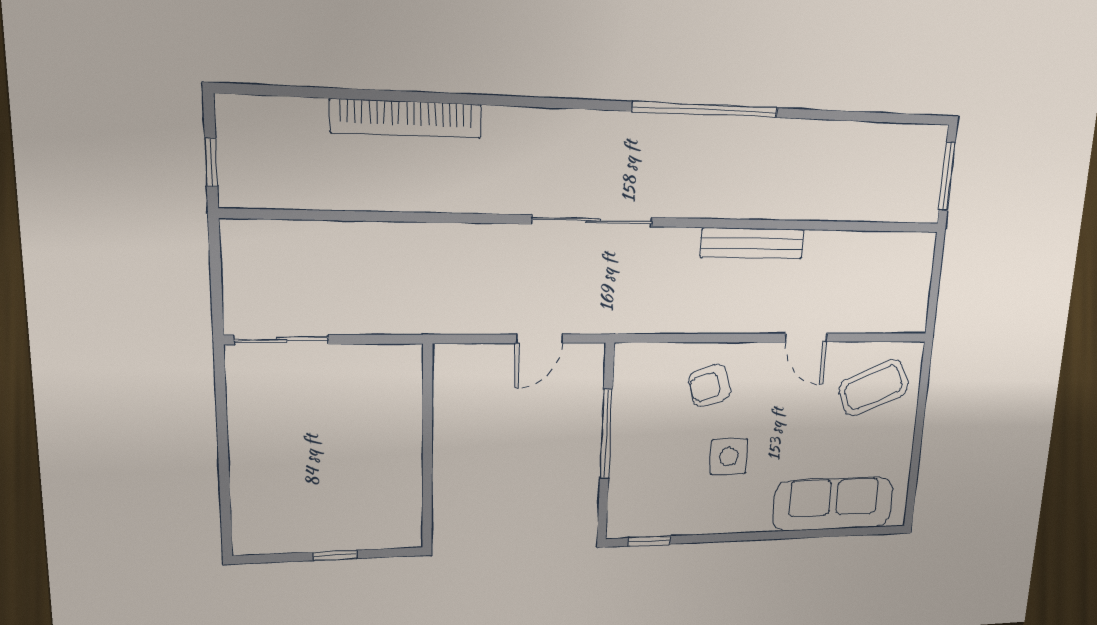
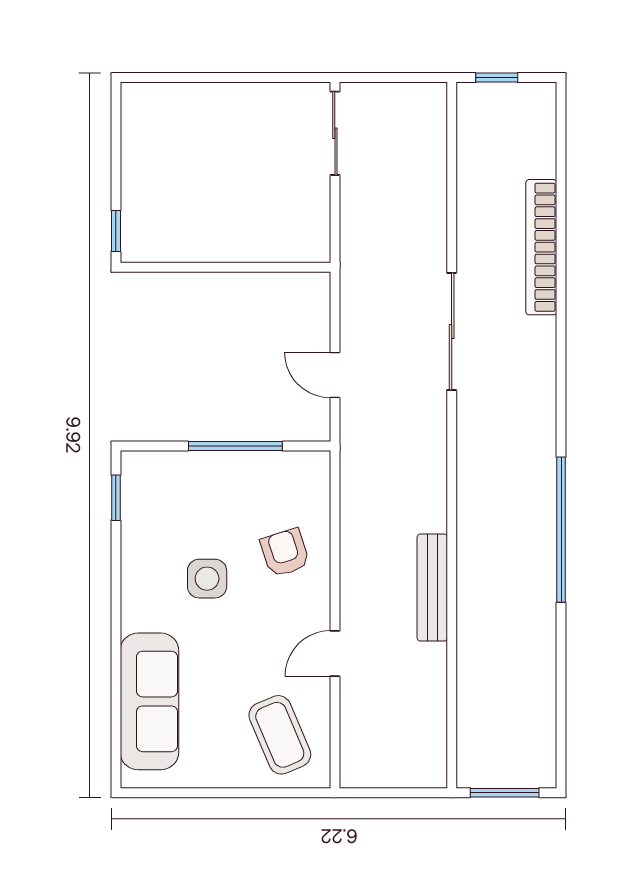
sliding door: (592, 221) -> (452, 331), moved
window: (335, 555) -> (116, 231), moved

